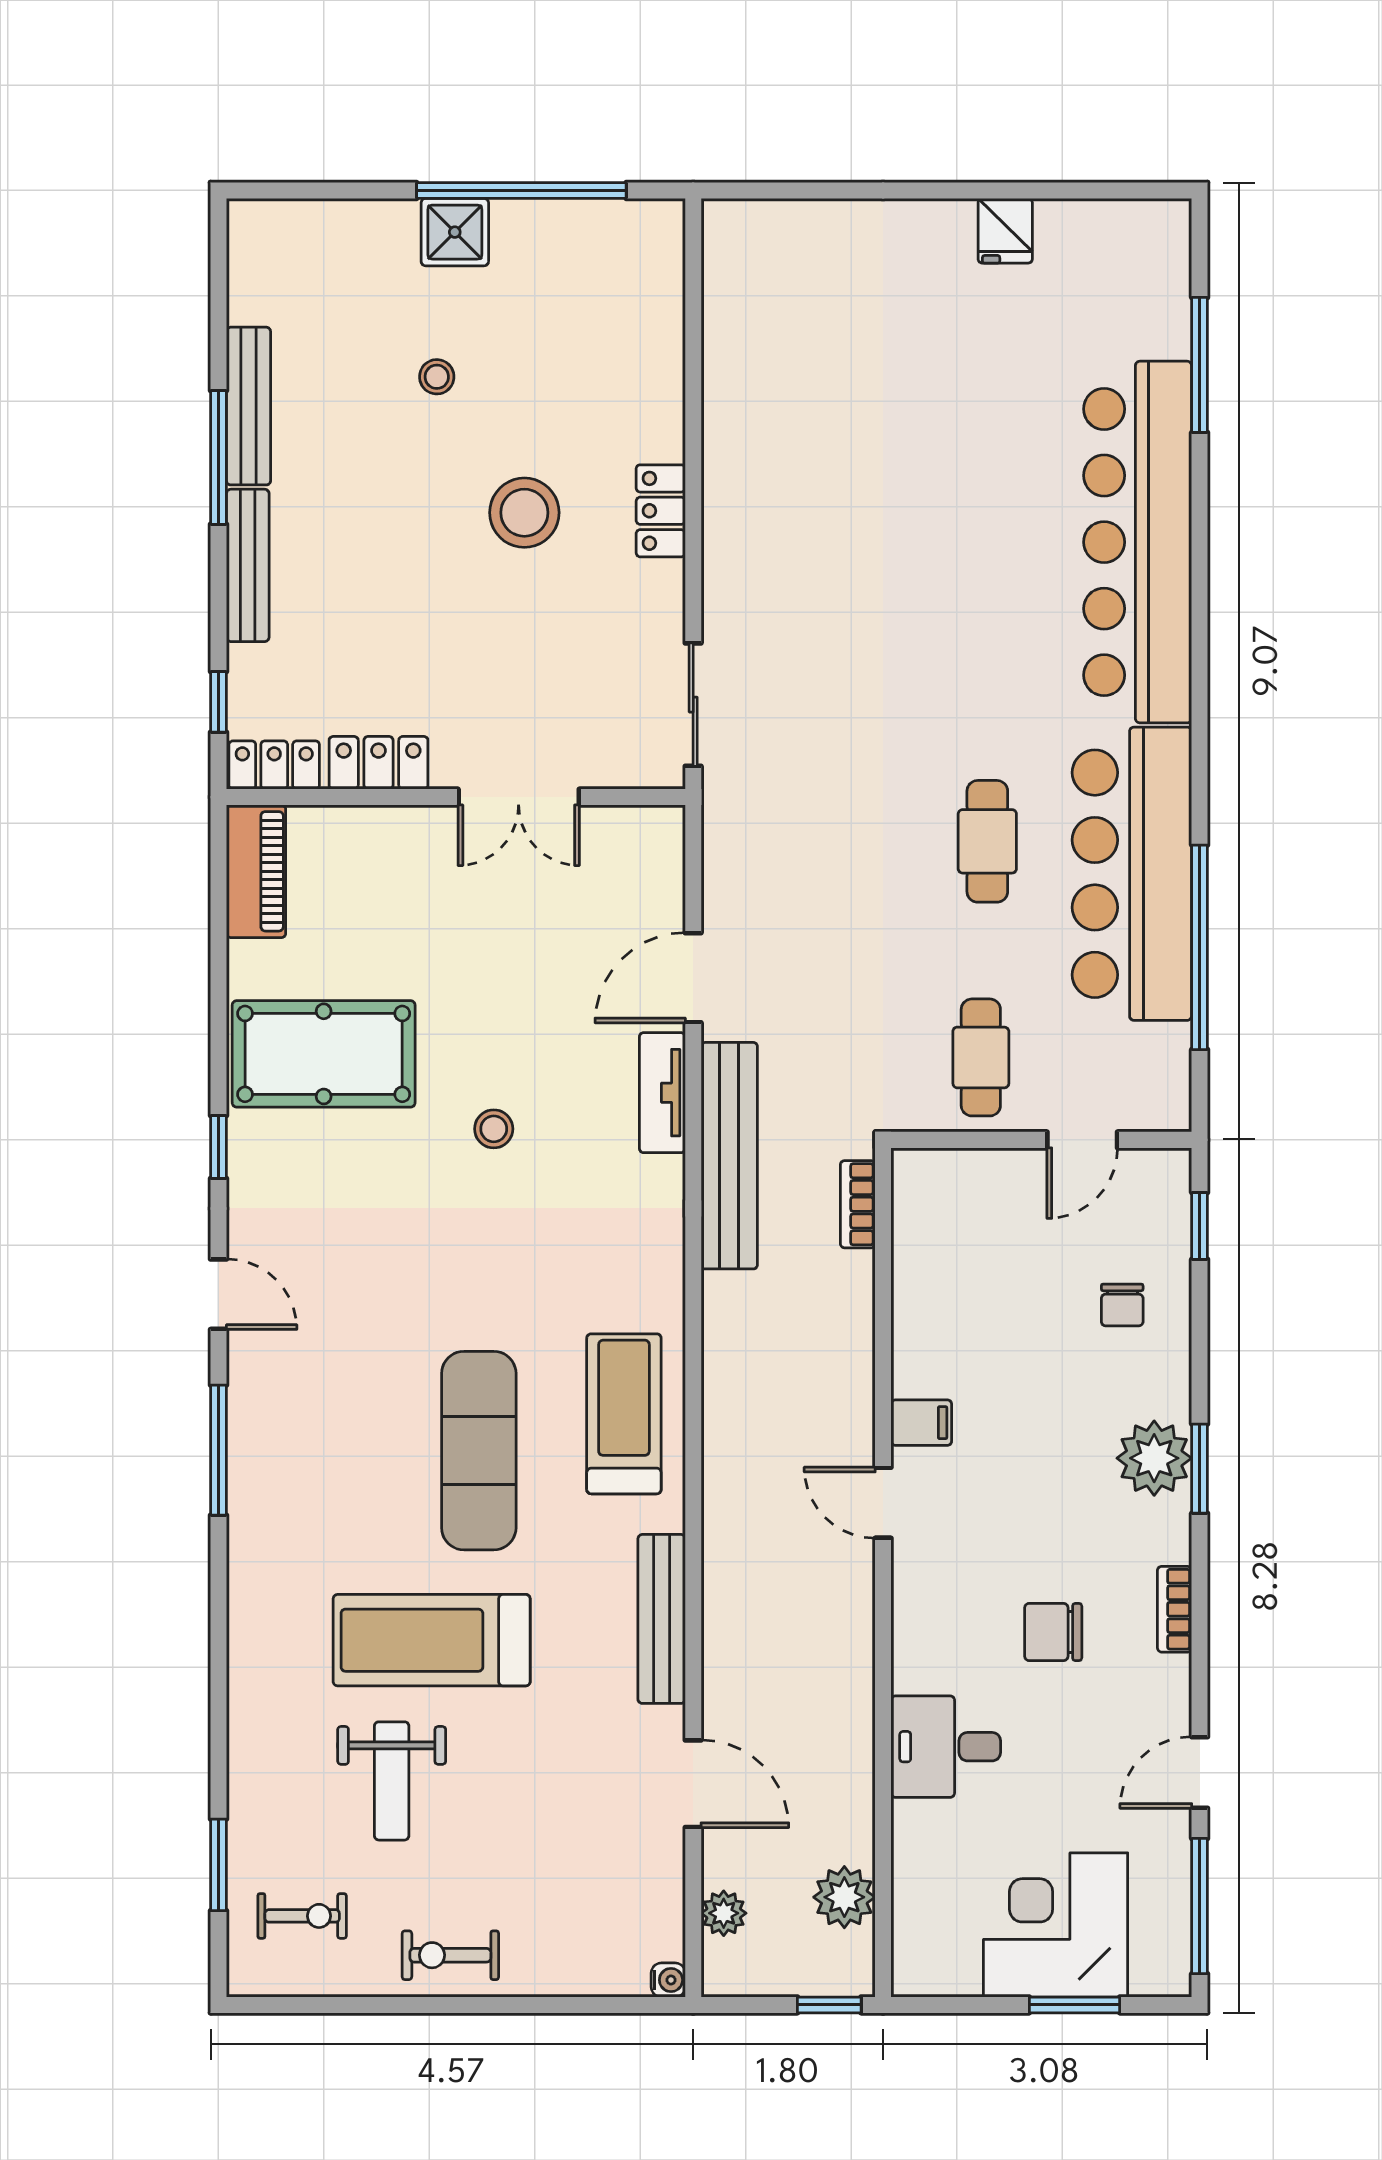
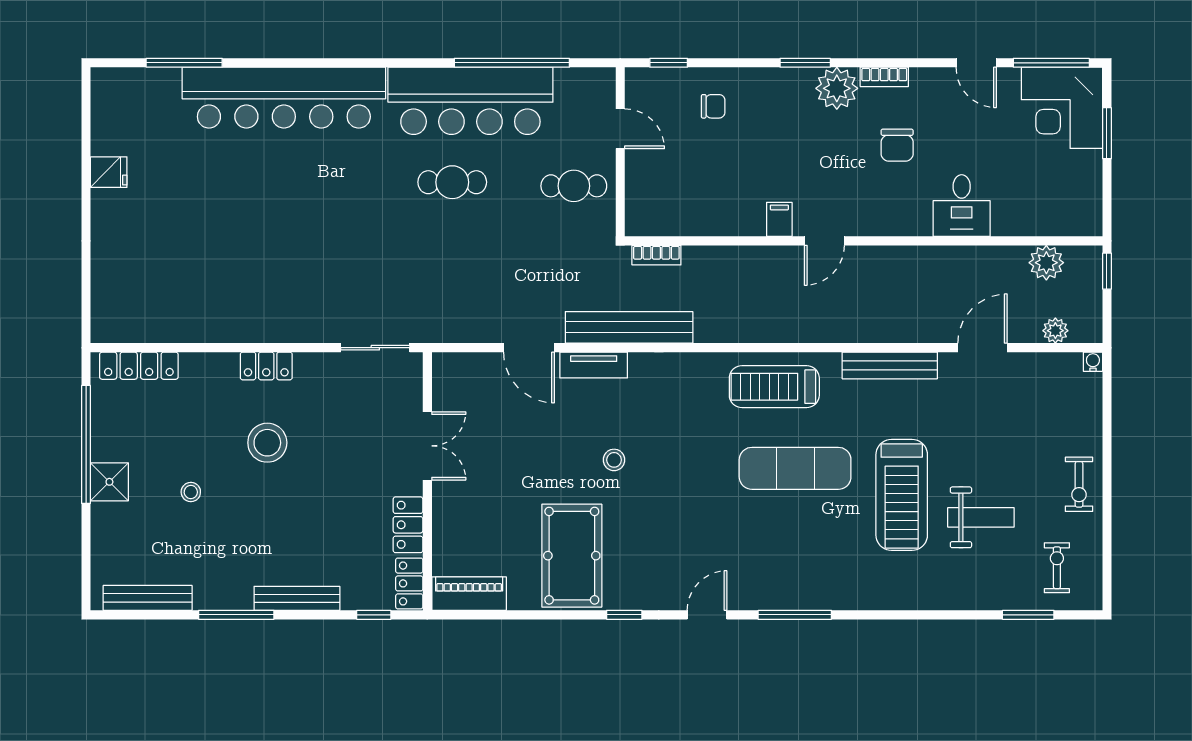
locker: (661, 284) -> (139, 366), added
bench: (248, 406) -> (148, 598), moved
plant: (1154, 1458) -> (837, 88), moved
corner desk: (1056, 1925) -> (1062, 108), moved

